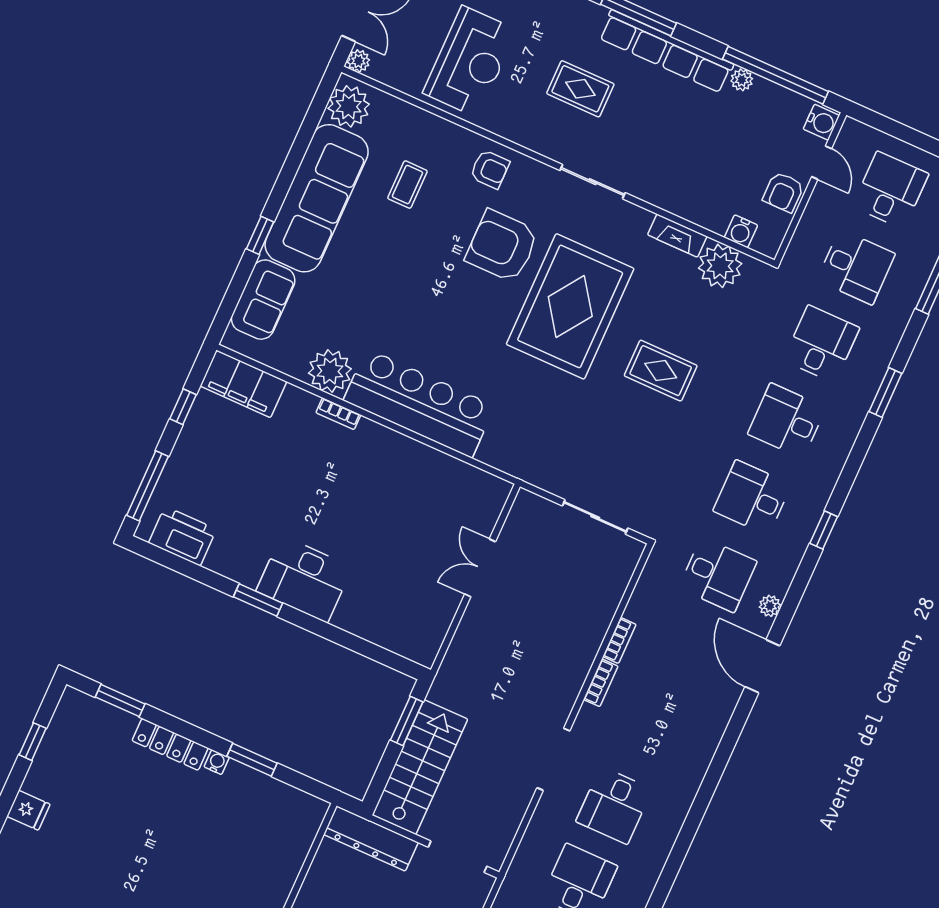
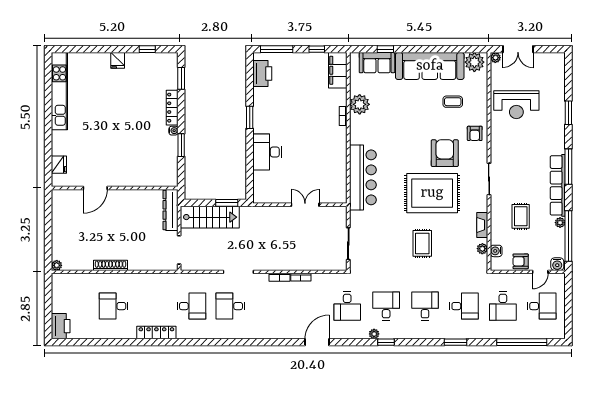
rug: (580, 89) -> (521, 216), moved
window: (260, 235) -> (385, 49), moved
plant: (720, 266) -> (482, 249), width x0.53, depth x0.53
bar counter: (419, 403) -> (363, 177), moved
desk: (304, 579) -> (267, 152), moved
plant: (770, 606) -> (374, 334), moved

